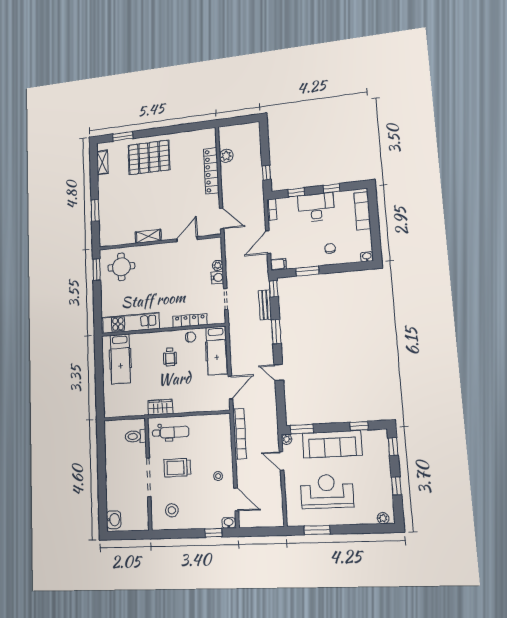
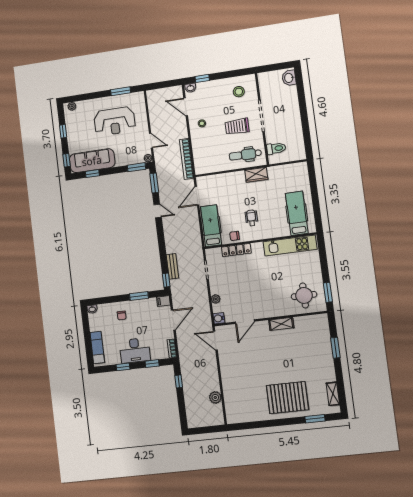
locker: (211, 171) -> (228, 384), removed
water cooler: (217, 278) -> (219, 318), moved
window: (276, 332) -> (154, 183), moved
sofa: (332, 444) -> (92, 161), moved
trolley: (177, 468) -> (237, 126), turned 180

